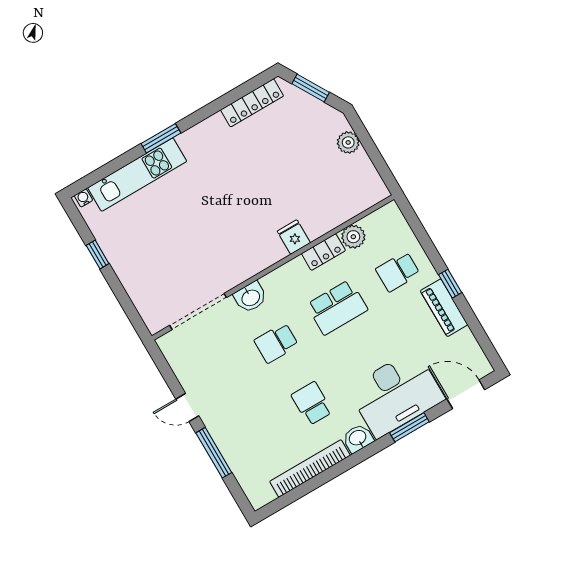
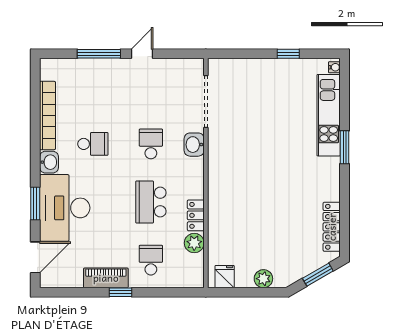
fridge: (294, 237) -> (225, 277), moved, turned -90

